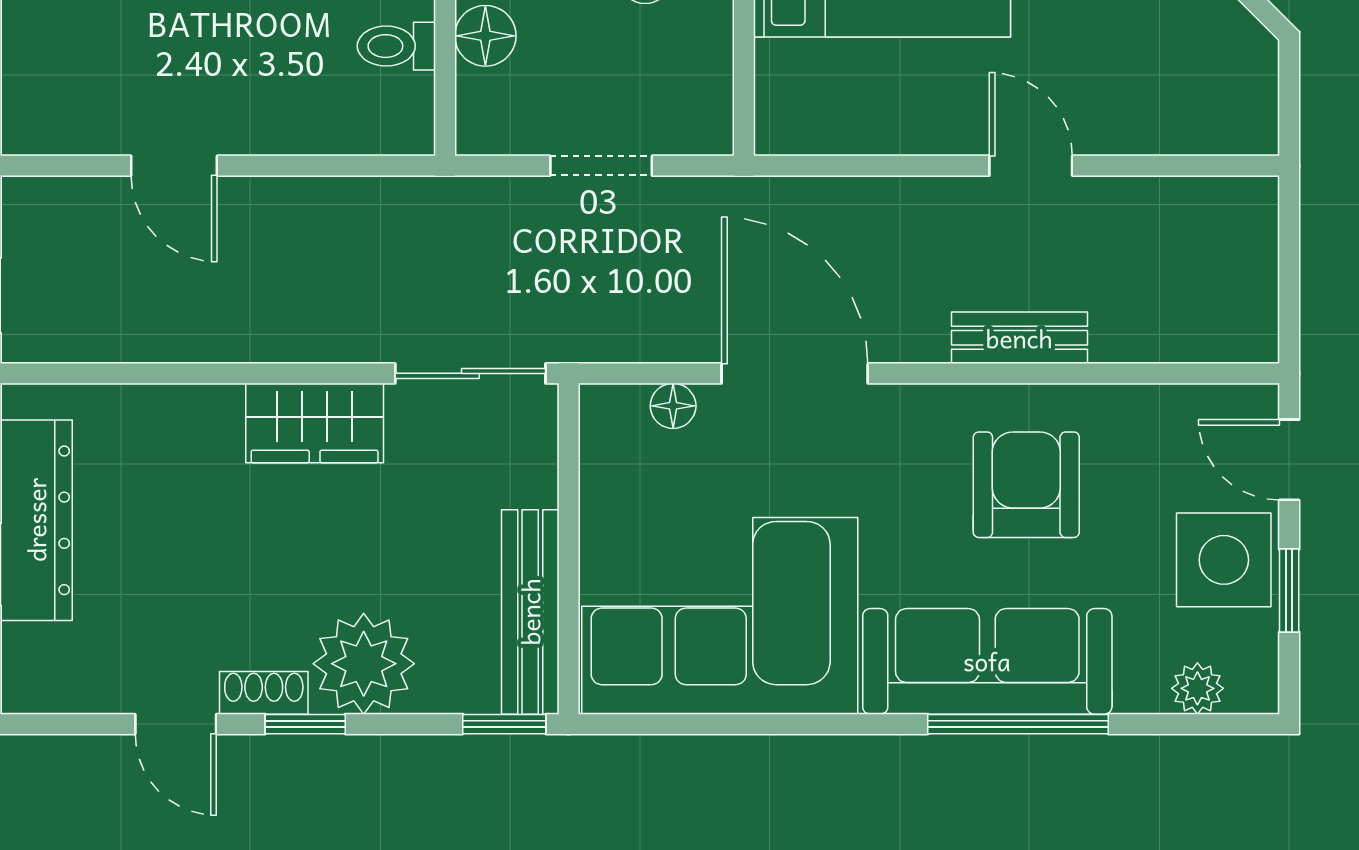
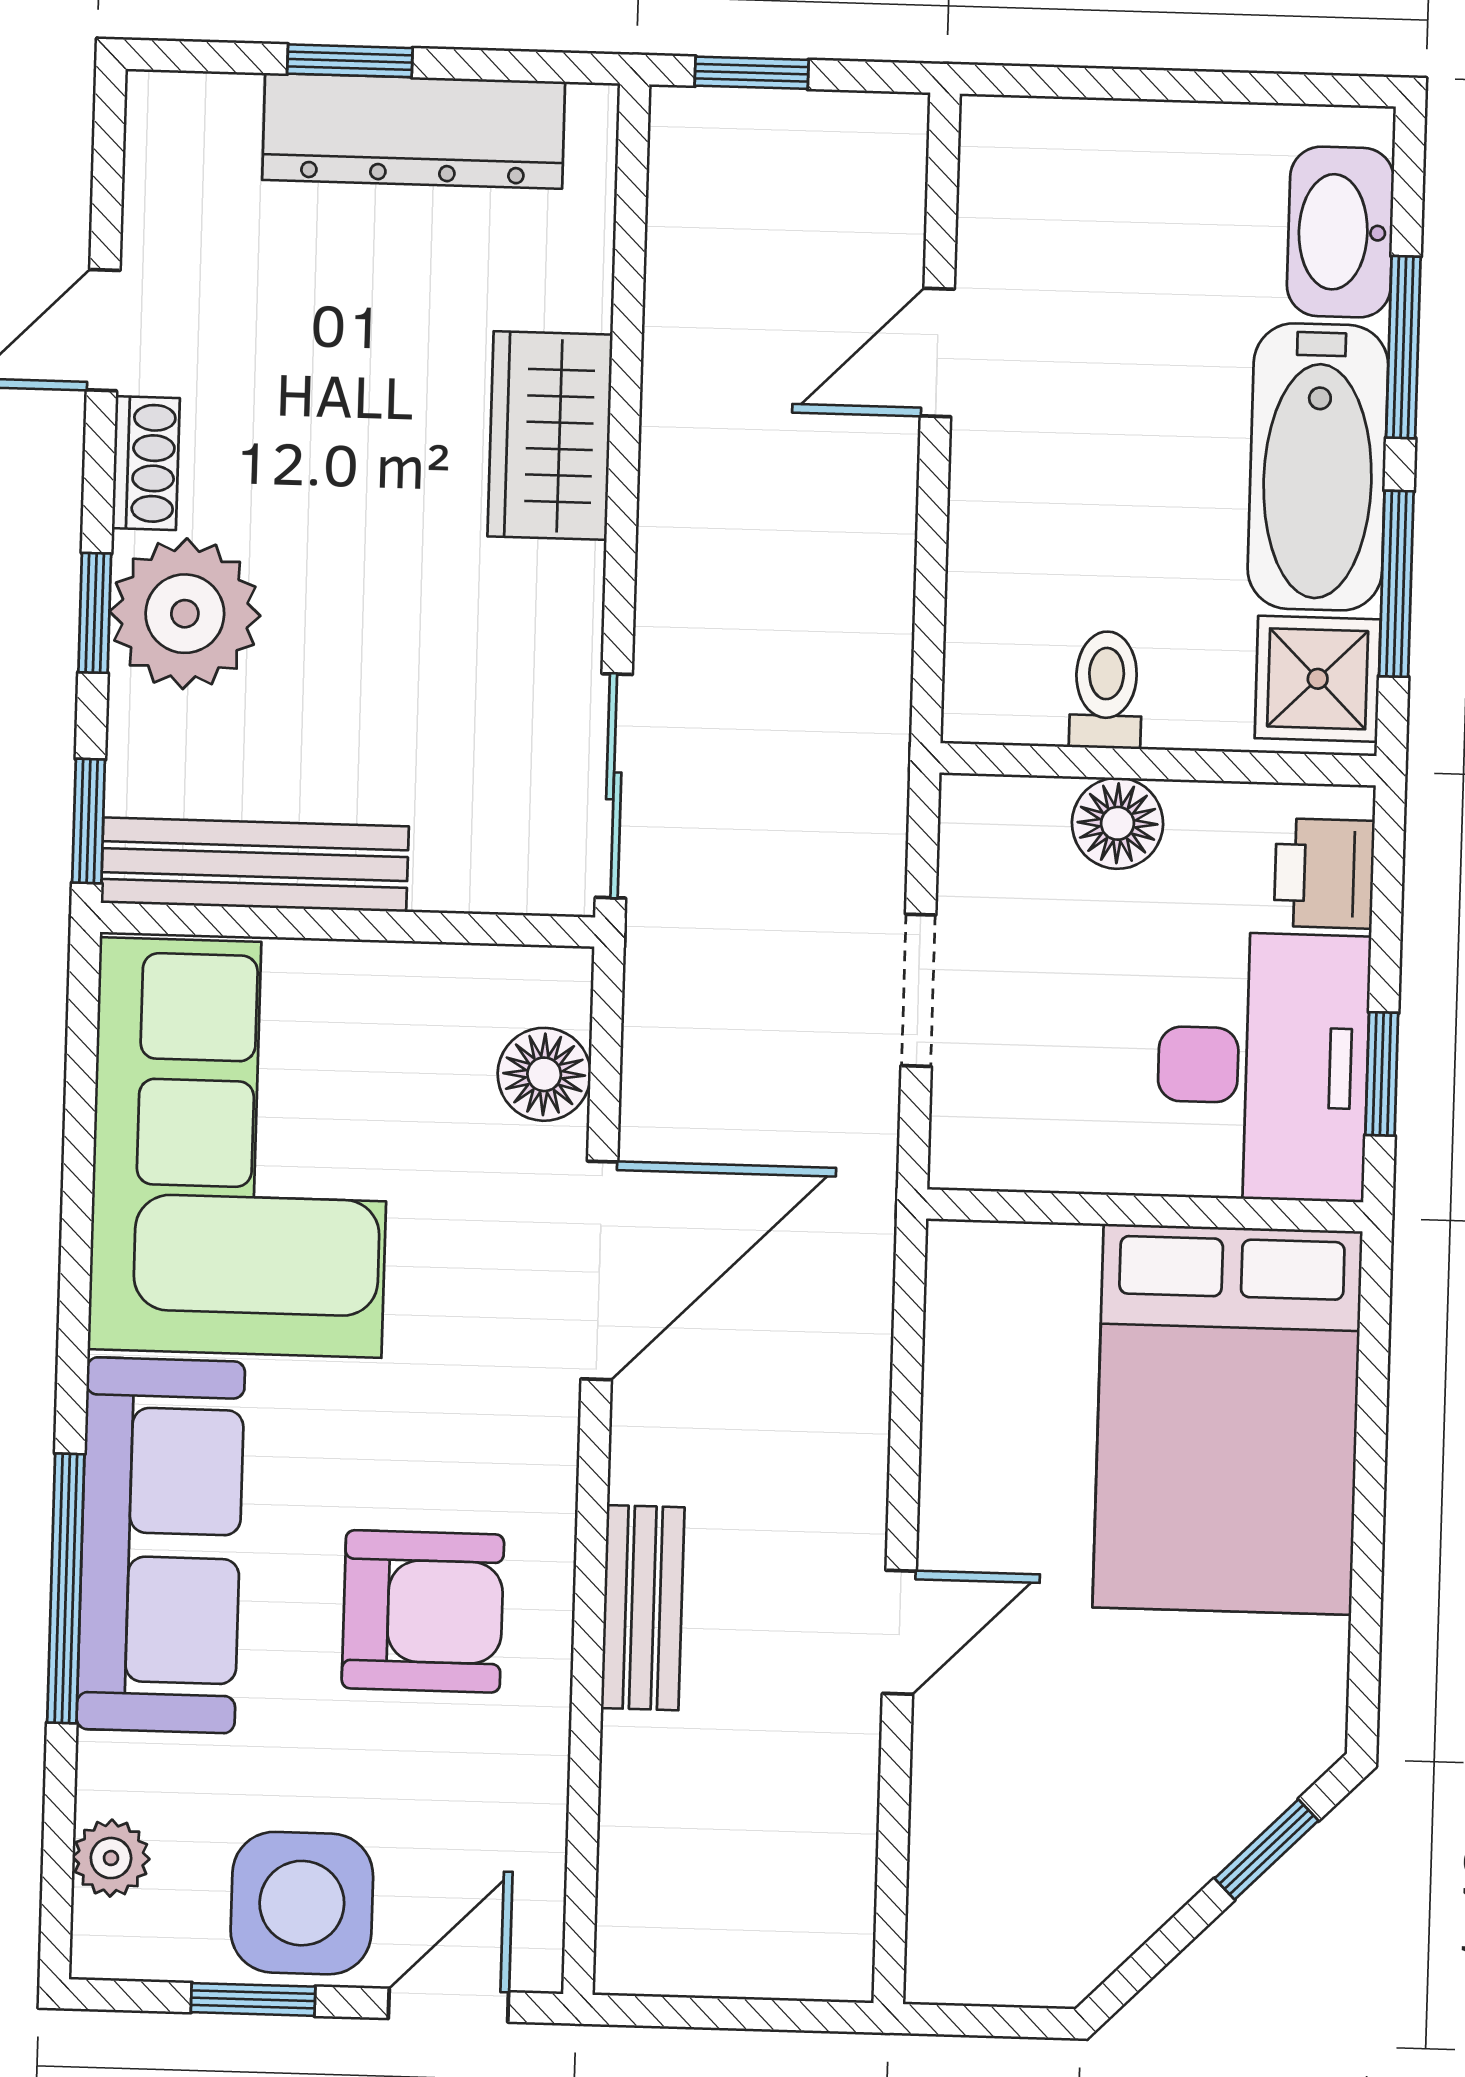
floor lamp: (673, 406) -> (544, 1074), width x1.37, depth x1.37
wardrobe: (315, 423) -> (550, 436), moved
window: (305, 724) -> (95, 613), moved

